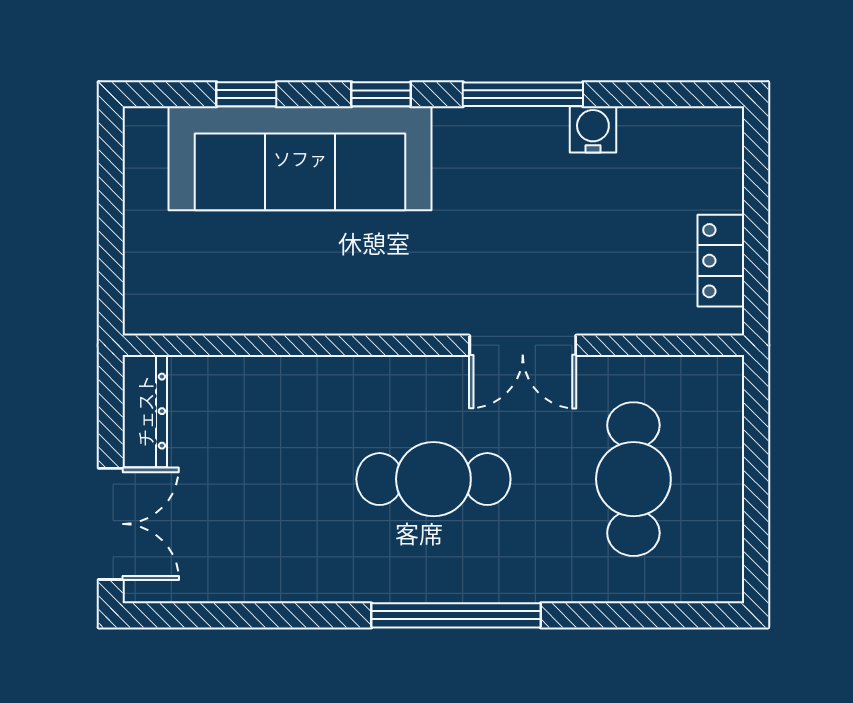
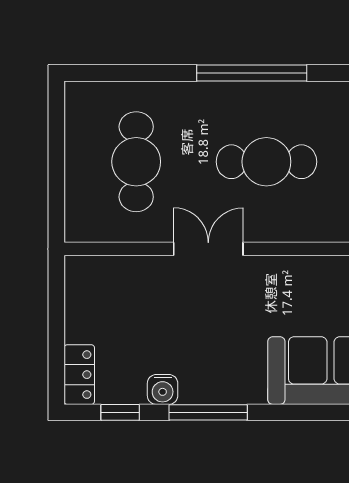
window: (381, 94) -> (120, 412), moved
locker: (721, 261) -> (79, 375), moved

